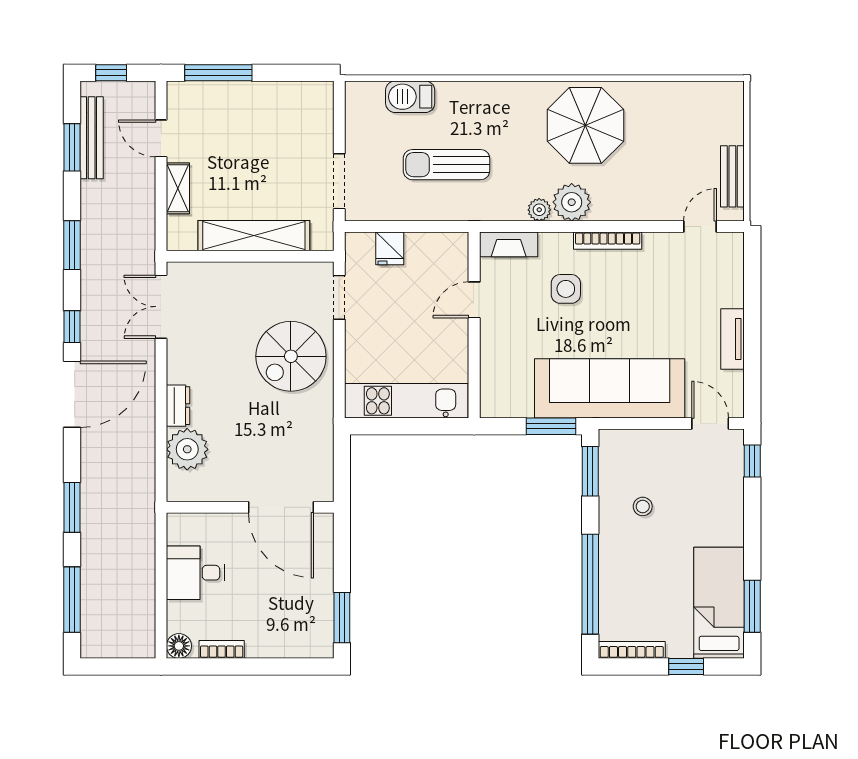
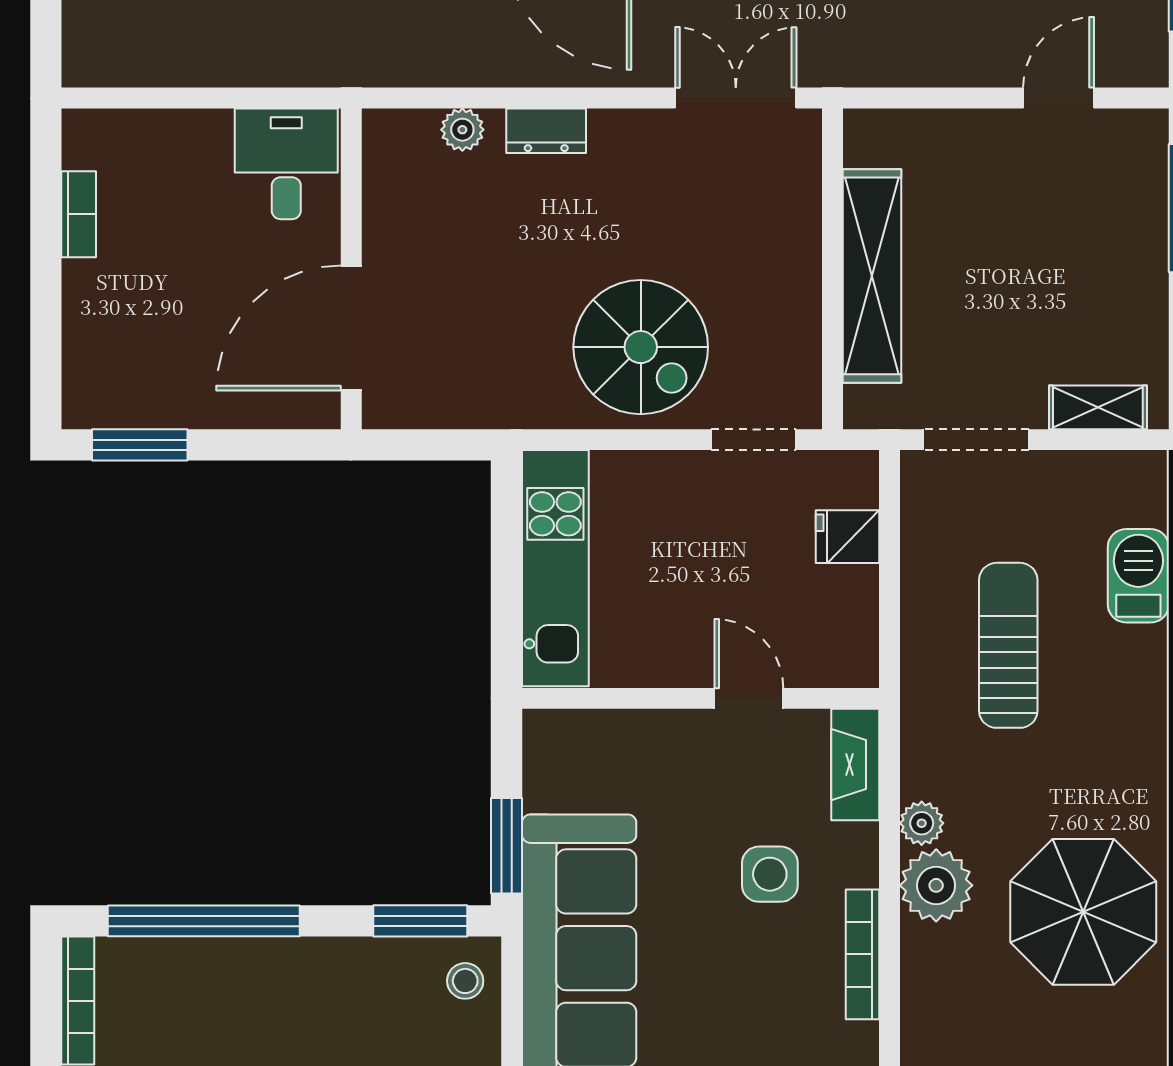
shelving: (178, 188) -> (1098, 407), moved
spiral stairs: (291, 356) -> (641, 347), turned 180
plant: (187, 449) -> (462, 130), width x0.53, depth x0.53
stool: (643, 506) -> (465, 981), moved
desk: (195, 573) -> (286, 164), moved
floor lamp: (179, 646) -> (85, 132), removed

